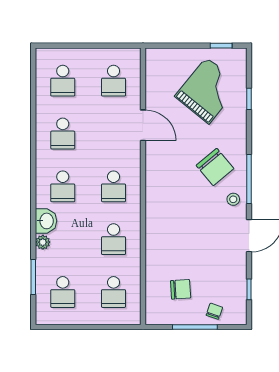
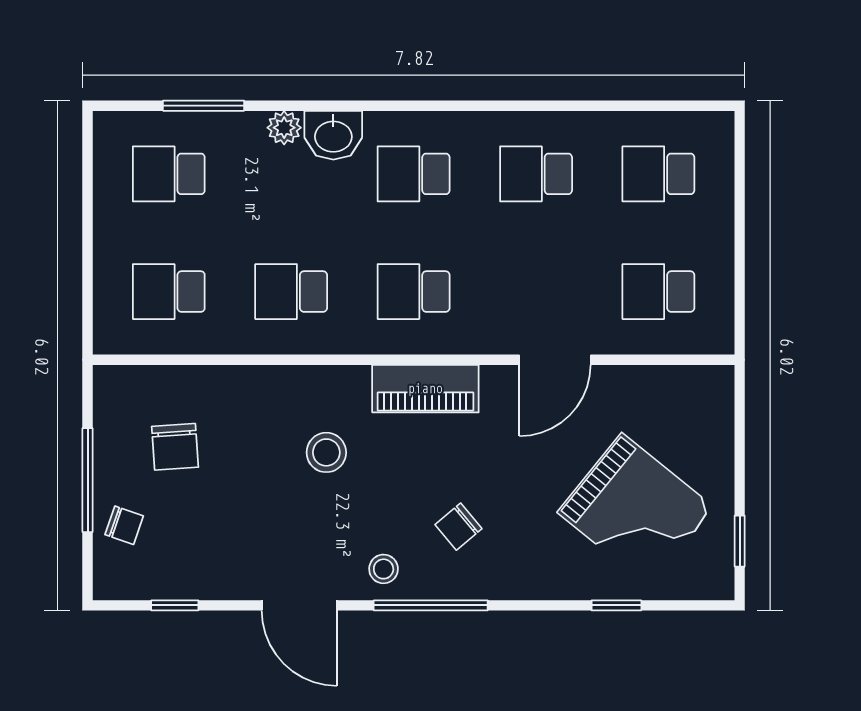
chair: (215, 167) -> (458, 527), width x0.54, depth x0.54
piano: (155, 181) -> (425, 389), added
stool: (183, 224) -> (326, 452), added

